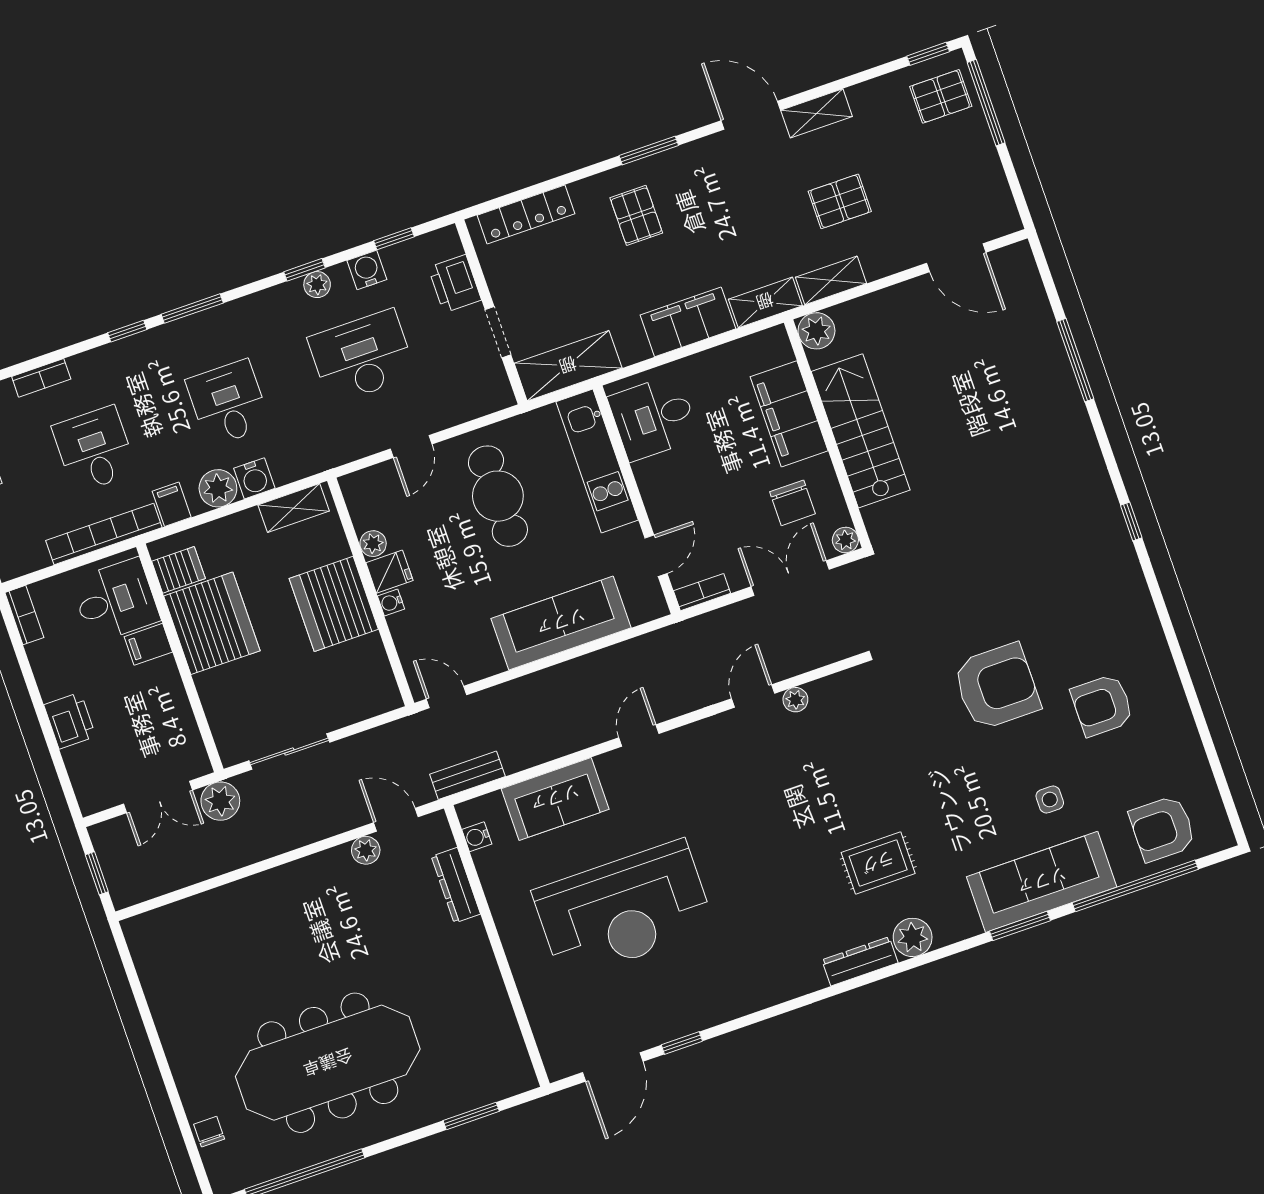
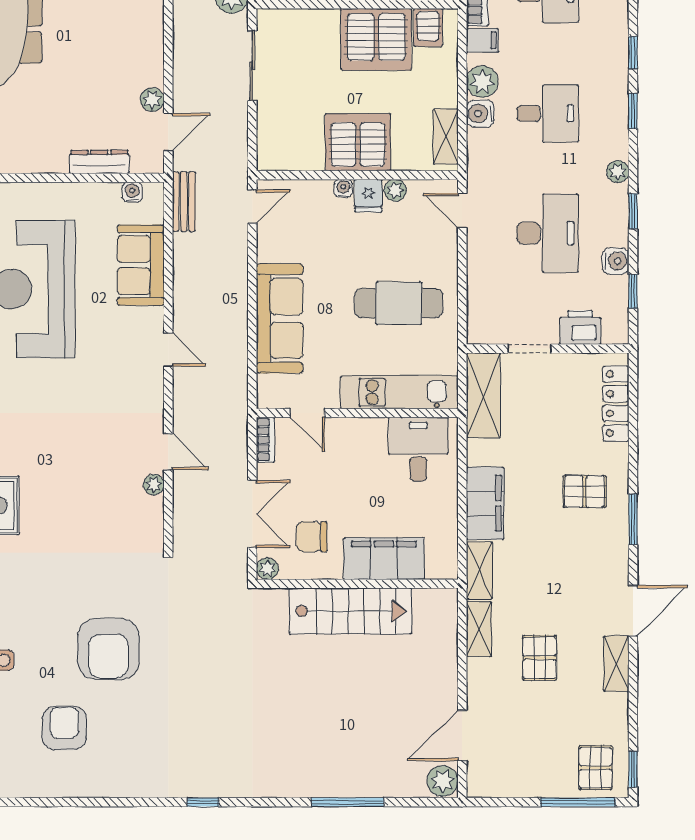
plant: (317, 285) -> (618, 172), moved
window: (192, 309) -> (633, 111), width x0.67
plant: (816, 331) -> (443, 781), moved
door: (411, 447) -> (462, 211), moved

